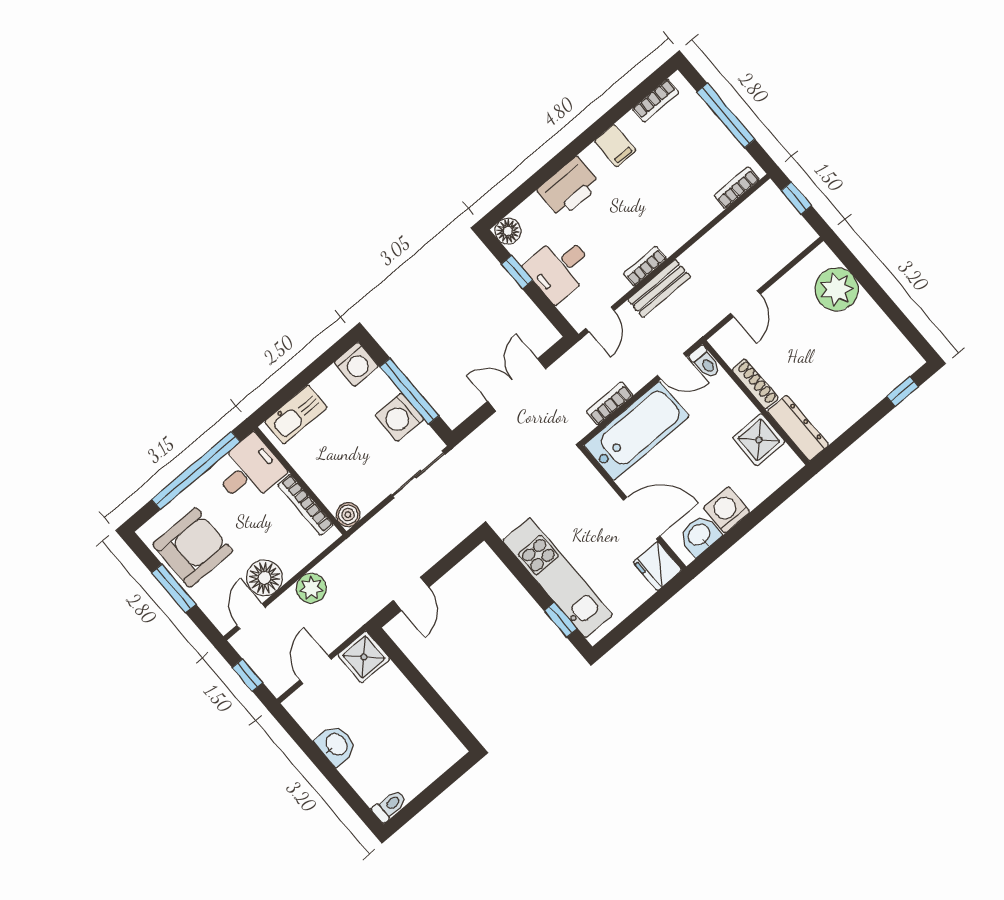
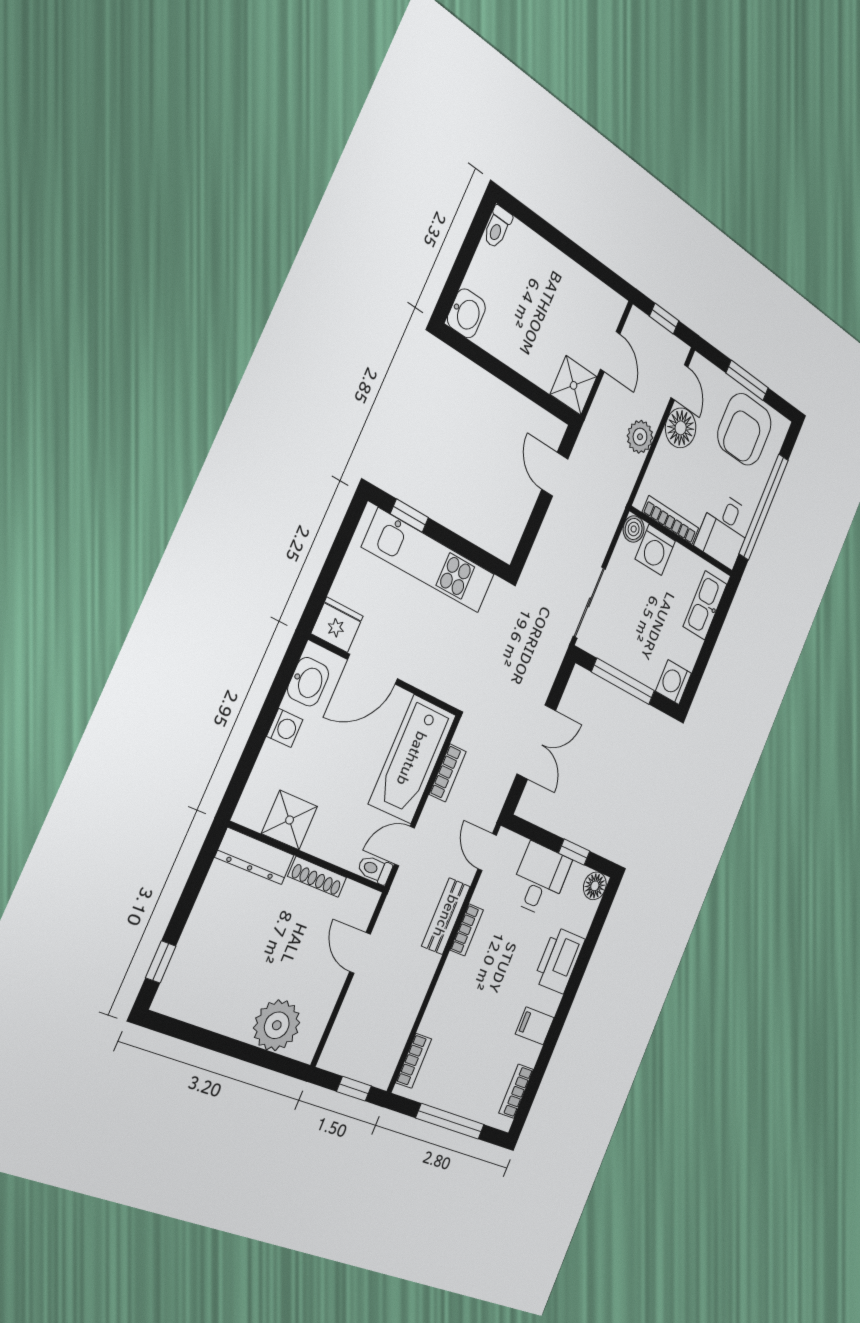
washing machine: (399, 417) -> (655, 550), moved, turned 180
washing machine: (727, 510) -> (285, 728), width x0.73, depth x0.73
washbasin: (336, 745) -> (466, 313), moved, turned -90

